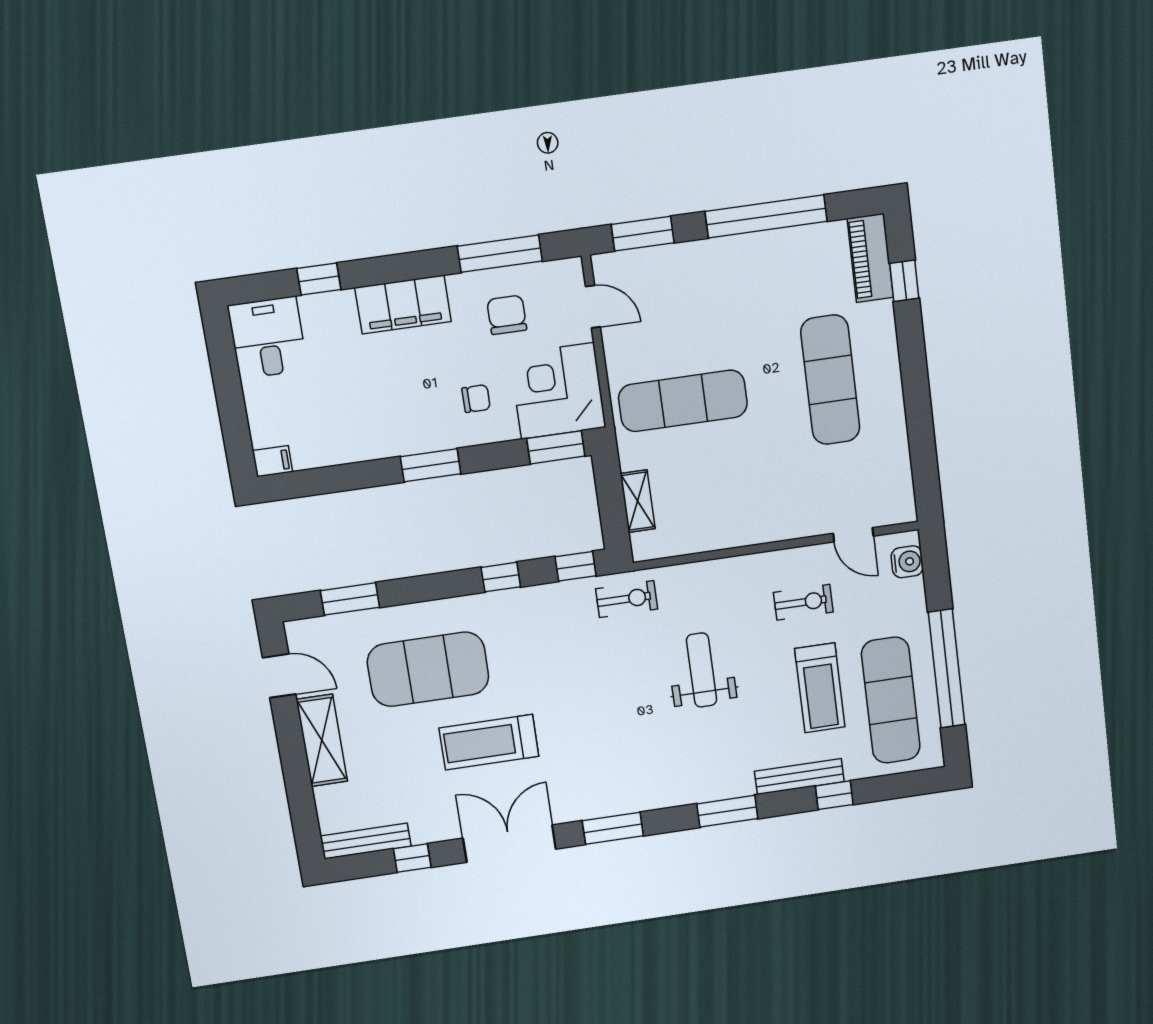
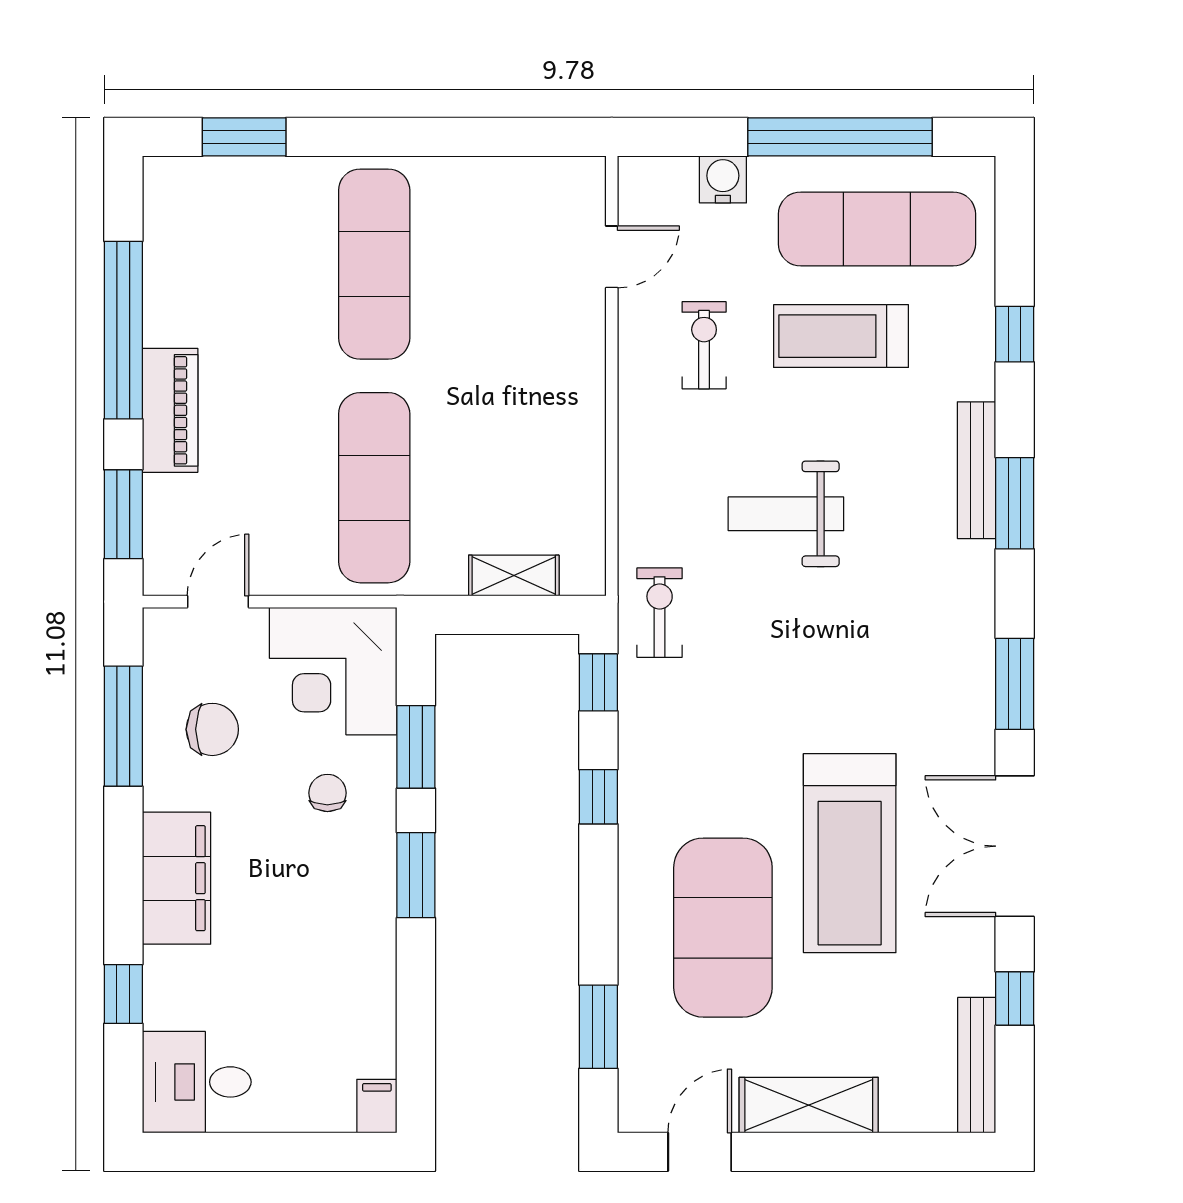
piano: (870, 258) -> (170, 410), moved, turned -90
window: (904, 281) -> (244, 137), width x1.50
chair: (507, 315) -> (212, 729), turned 180
exercise mat: (830, 380) -> (374, 264), turned 90
window: (556, 447) -> (416, 747), moved
water cooler: (907, 562) -> (723, 179), moved
treadmill: (820, 688) -> (841, 336), turned 180
treadmill: (489, 742) -> (850, 853), width x1.37, depth x1.37
bench: (799, 777) -> (977, 470), moved

